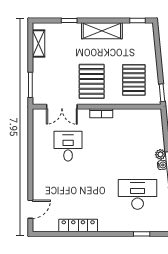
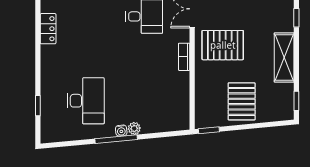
pallet: (134, 80) -> (242, 101), moved, turned 90
locker: (78, 225) -> (48, 29), width x0.66

